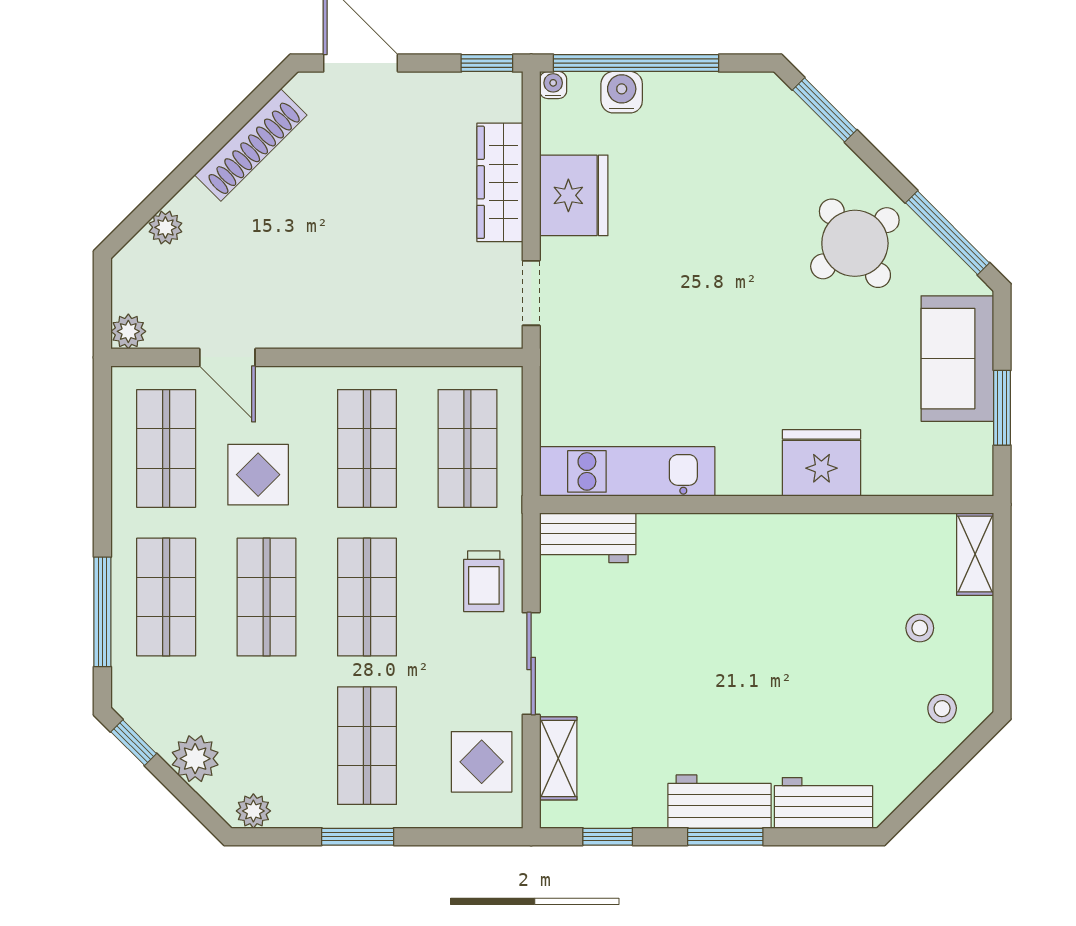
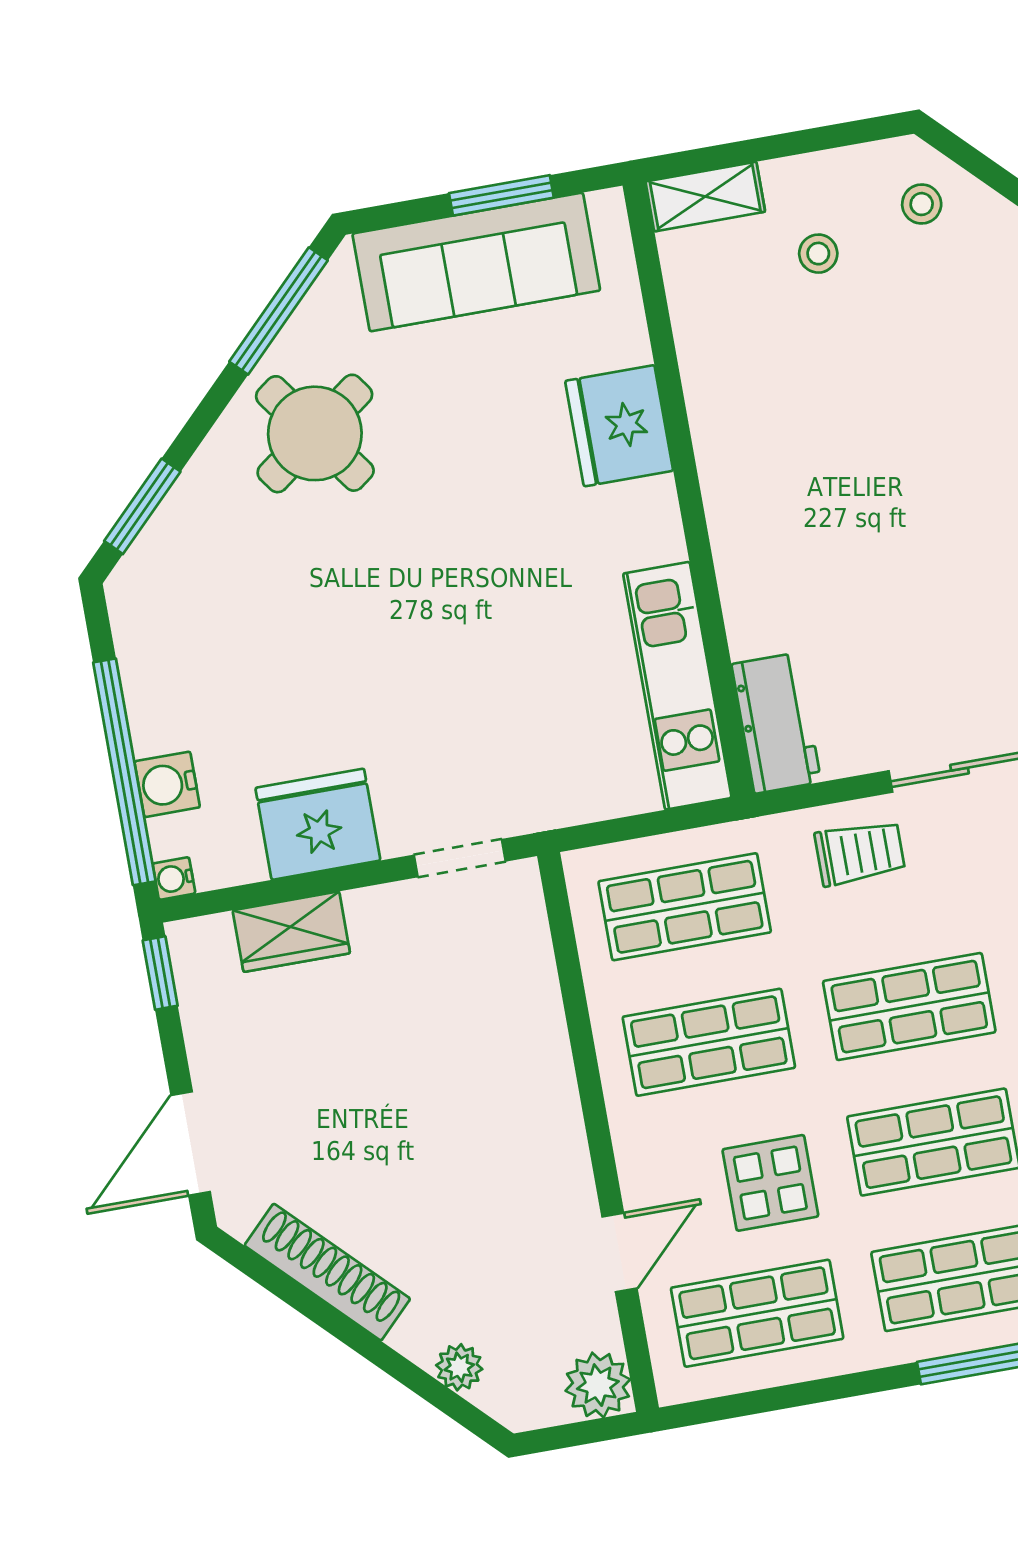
wardrobe: (500, 182) -> (291, 932), width x0.67
plant: (128, 331) -> (598, 1385), width x1.38, depth x1.38
sofa: (957, 359) -> (476, 262), width x1.36

